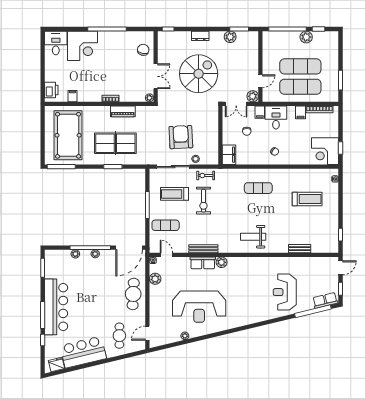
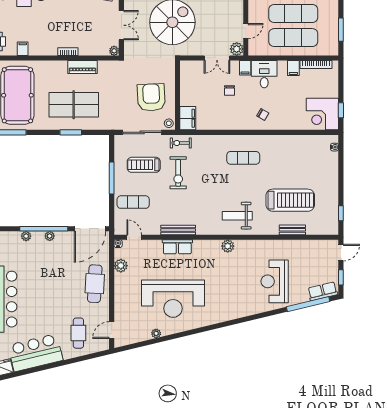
wall: (220, 135) -> (177, 95), moved
filing cabinet: (229, 155) -> (188, 118), moved
treadmill: (307, 199) -> (290, 200), moved, width x1.37, depth x1.38
plant: (222, 262) -> (228, 246), moved

